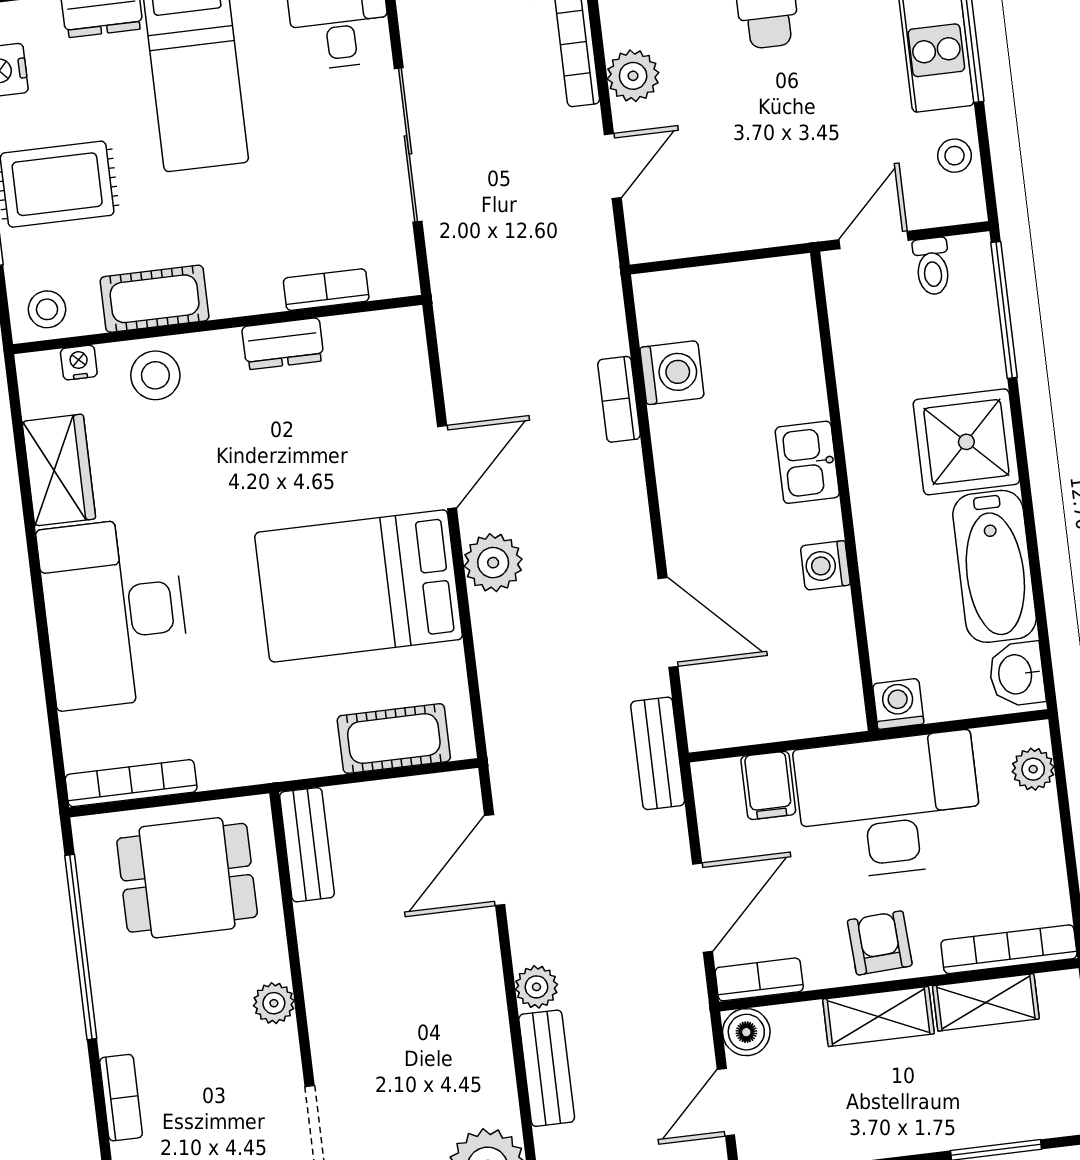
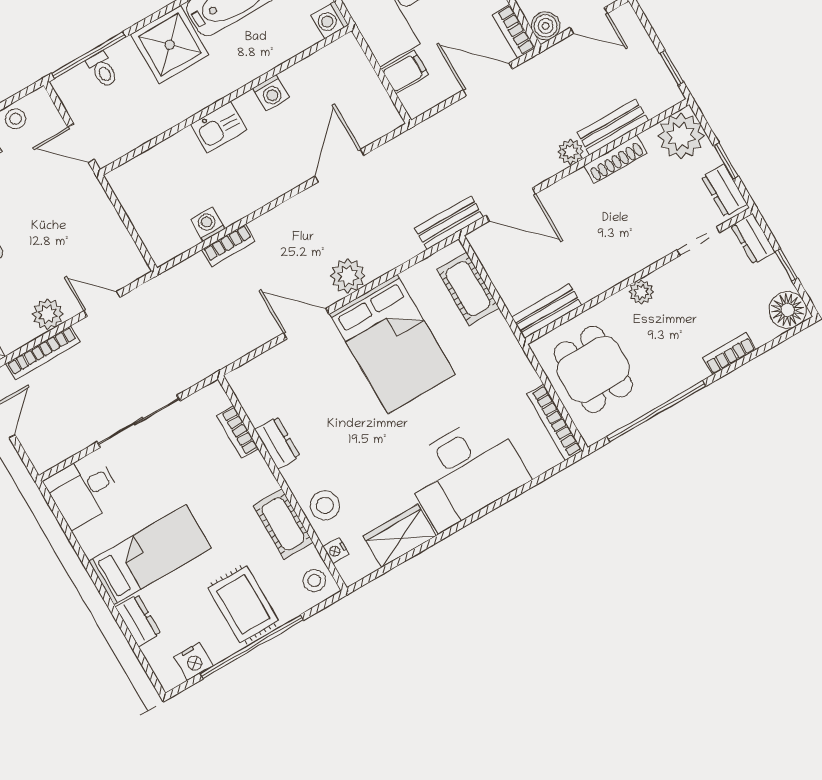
toilet: (932, 266) -> (103, 70), moved, turned 90
washing machine: (672, 373) -> (208, 224), width x0.73, depth x0.73
bench: (658, 753) -> (449, 223), moved
shoe rack: (495, 1051) -> (615, 159), added

